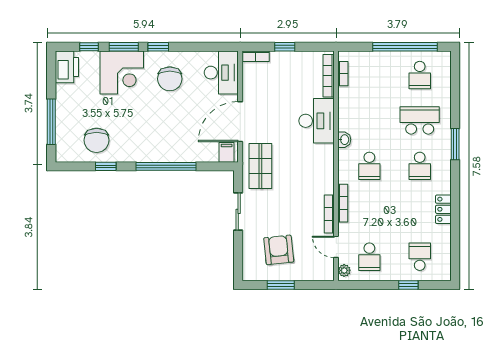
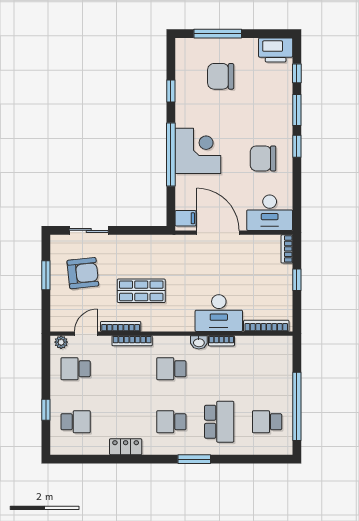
corner desk: (122, 72) -> (198, 151), moved, turned 180
bookcase: (343, 74) -> (221, 341), moved
chair: (97, 140) -> (221, 76), moved
shop shelf: (260, 166) -> (141, 291), moved
sliding door: (238, 211) -> (89, 230), moved

